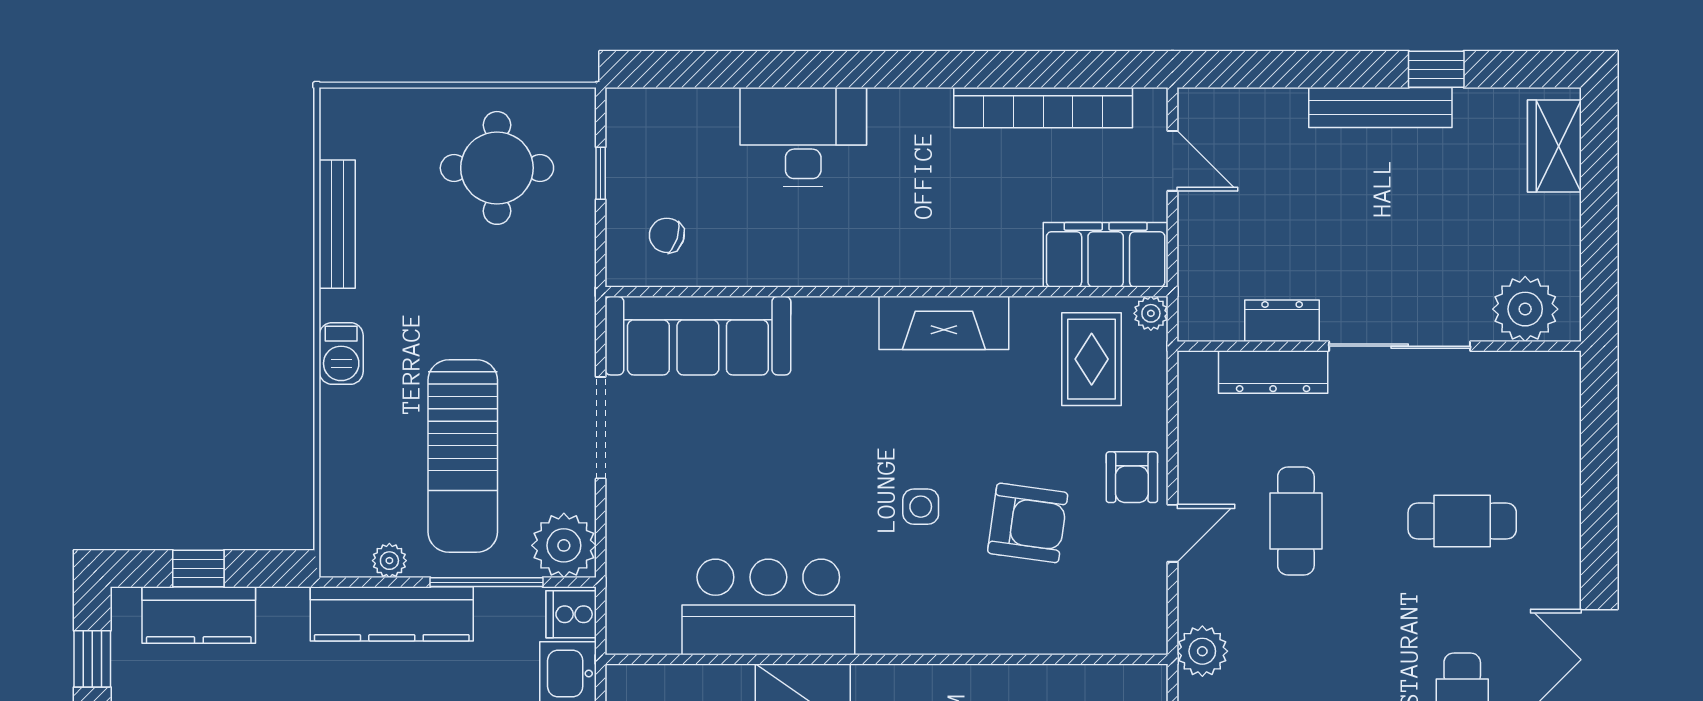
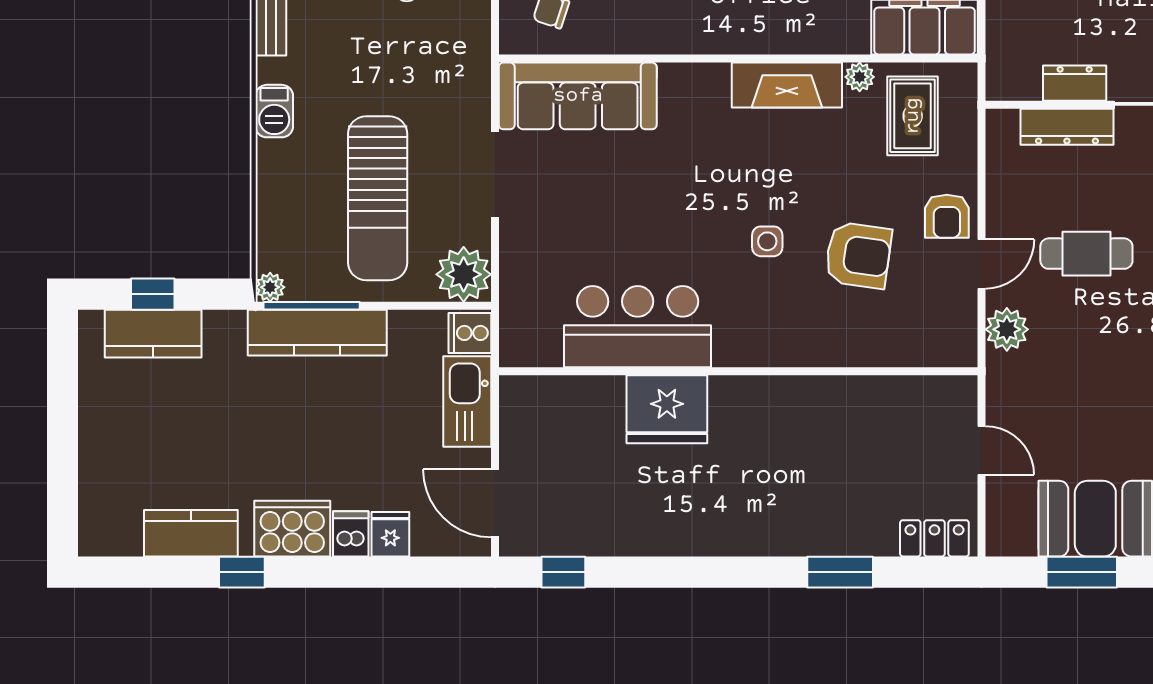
plant: (1151, 313) -> (860, 77), moved
cafe table: (1296, 521) -> (1086, 254), turned 90
plant: (389, 561) -> (270, 287), moved
window: (487, 582) -> (312, 306), moved
plant: (1202, 651) -> (1007, 329), moved
window: (92, 659) -> (62, 371), removed

